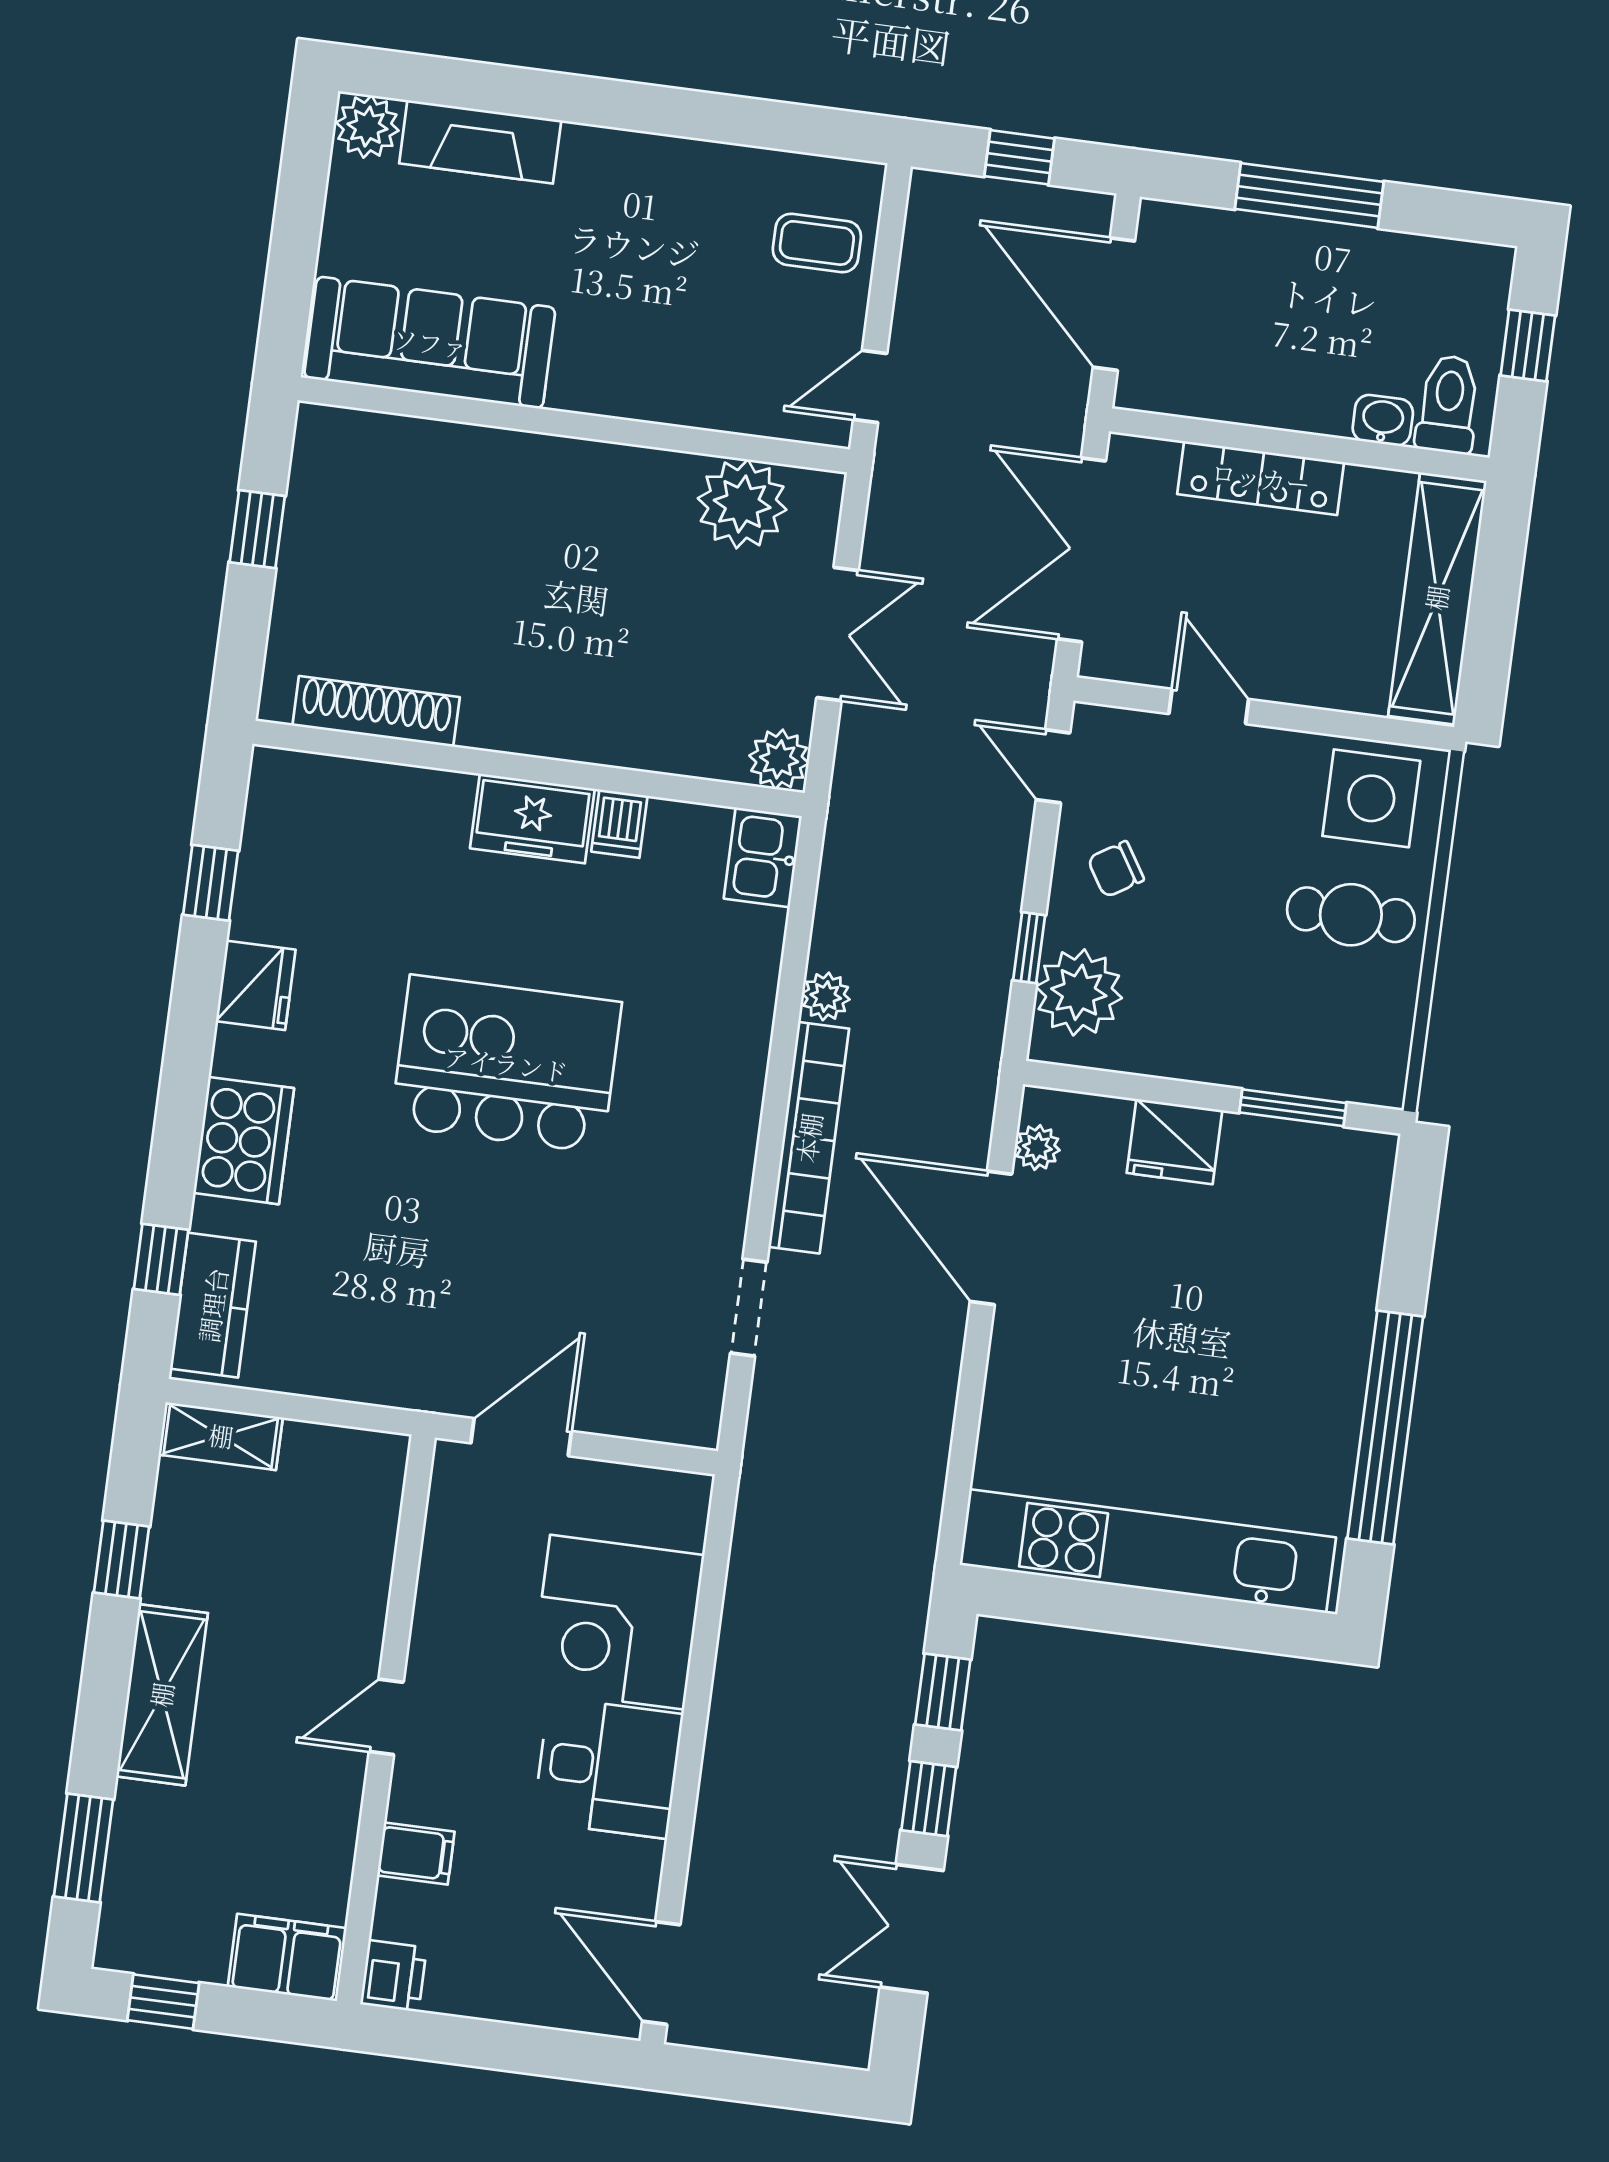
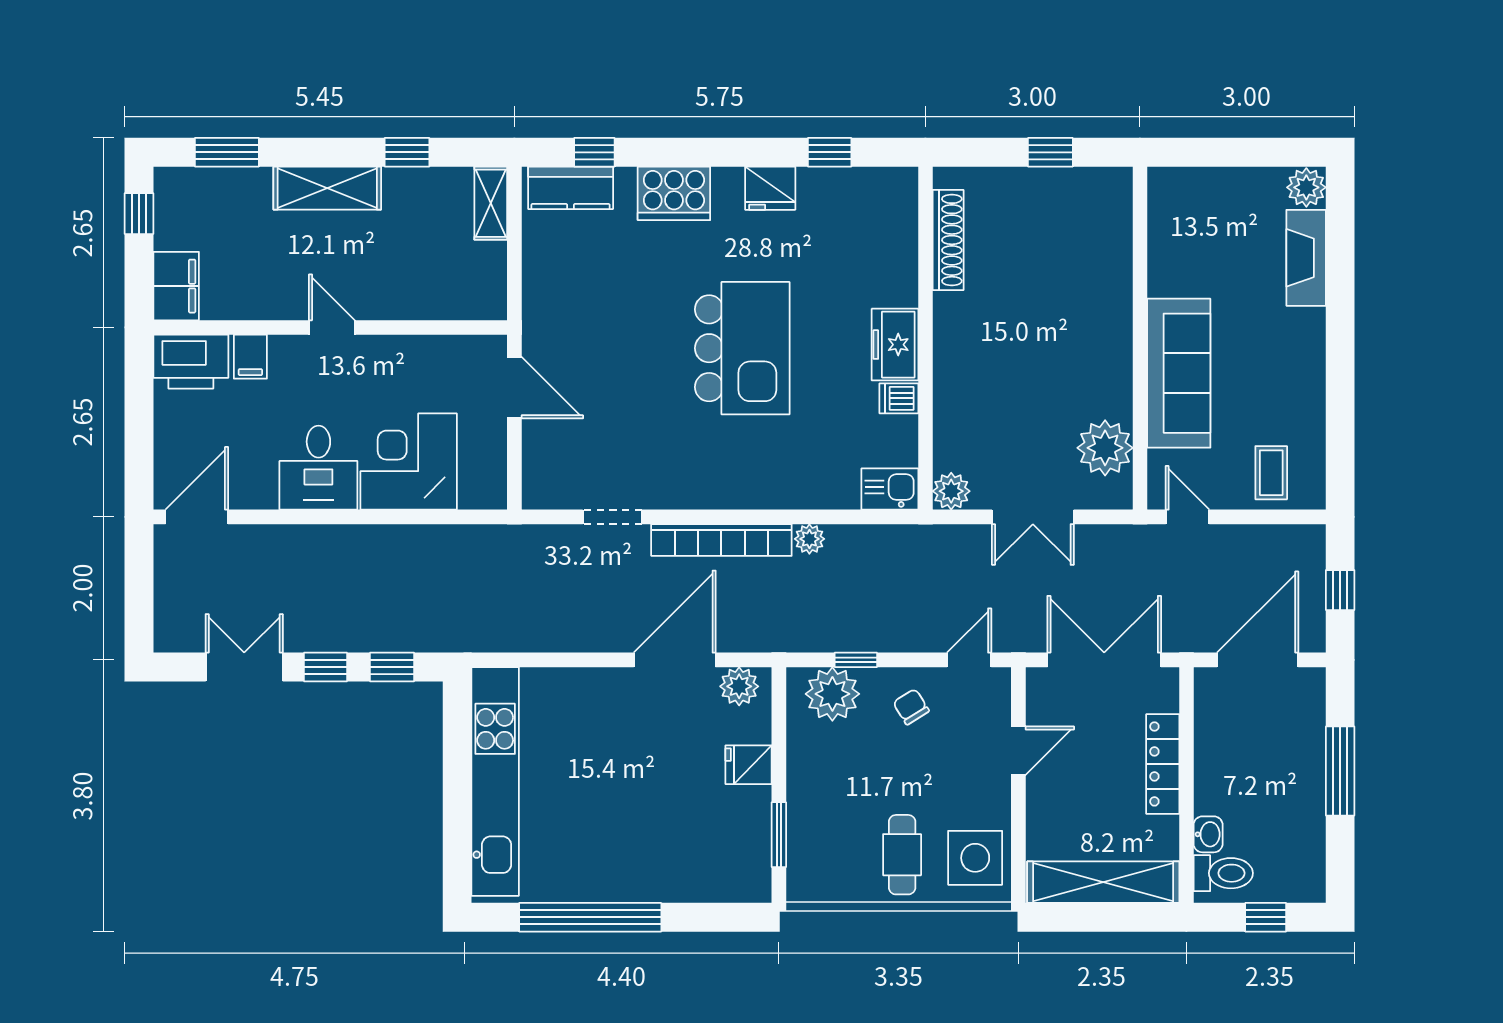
sofa: (430, 343) -> (1179, 373), moved
fridge: (1174, 1142) -> (749, 765), width x0.72
plant: (1037, 1147) -> (739, 686), width x1.38, depth x1.38
printer: (393, 1976) -> (191, 362), width x1.87, depth x1.48

